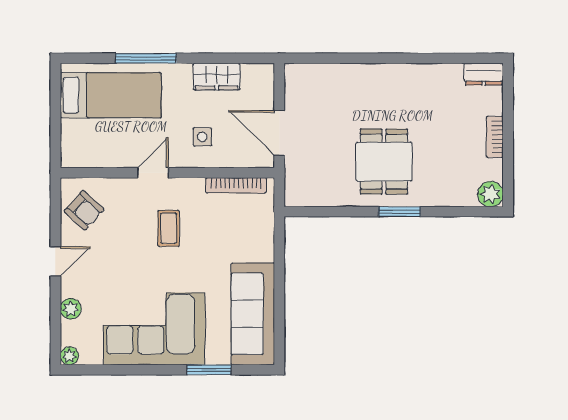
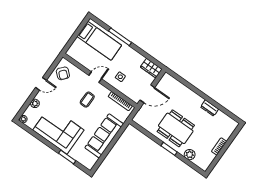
dresser: (484, 74) -> (210, 108), moved
wardrobe: (217, 77) -> (151, 68), moved
door: (279, 133) -> (147, 94), swing flipped
dining table: (384, 162) -> (176, 128), width x1.38
plant: (491, 194) -> (190, 155), moved
sofa: (253, 314) -> (104, 136), moved

